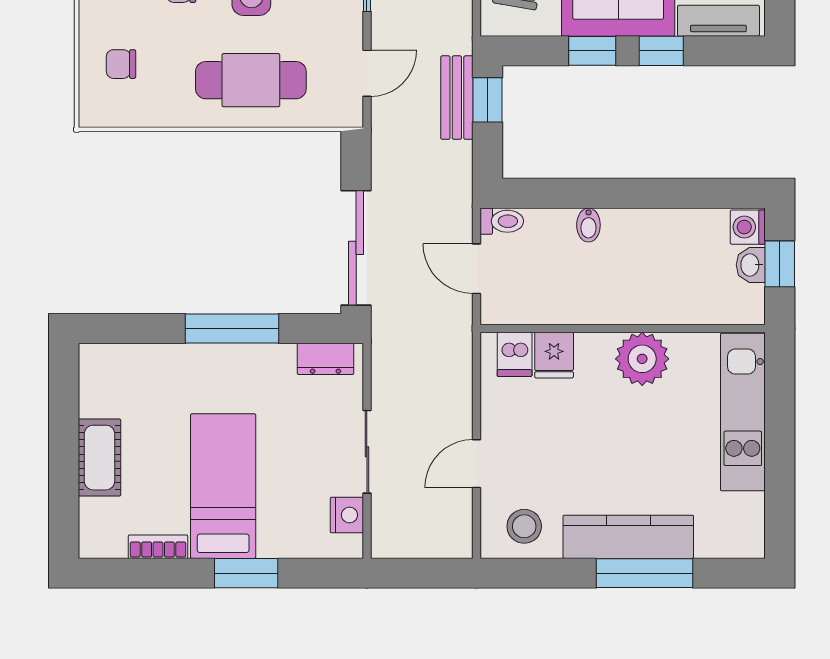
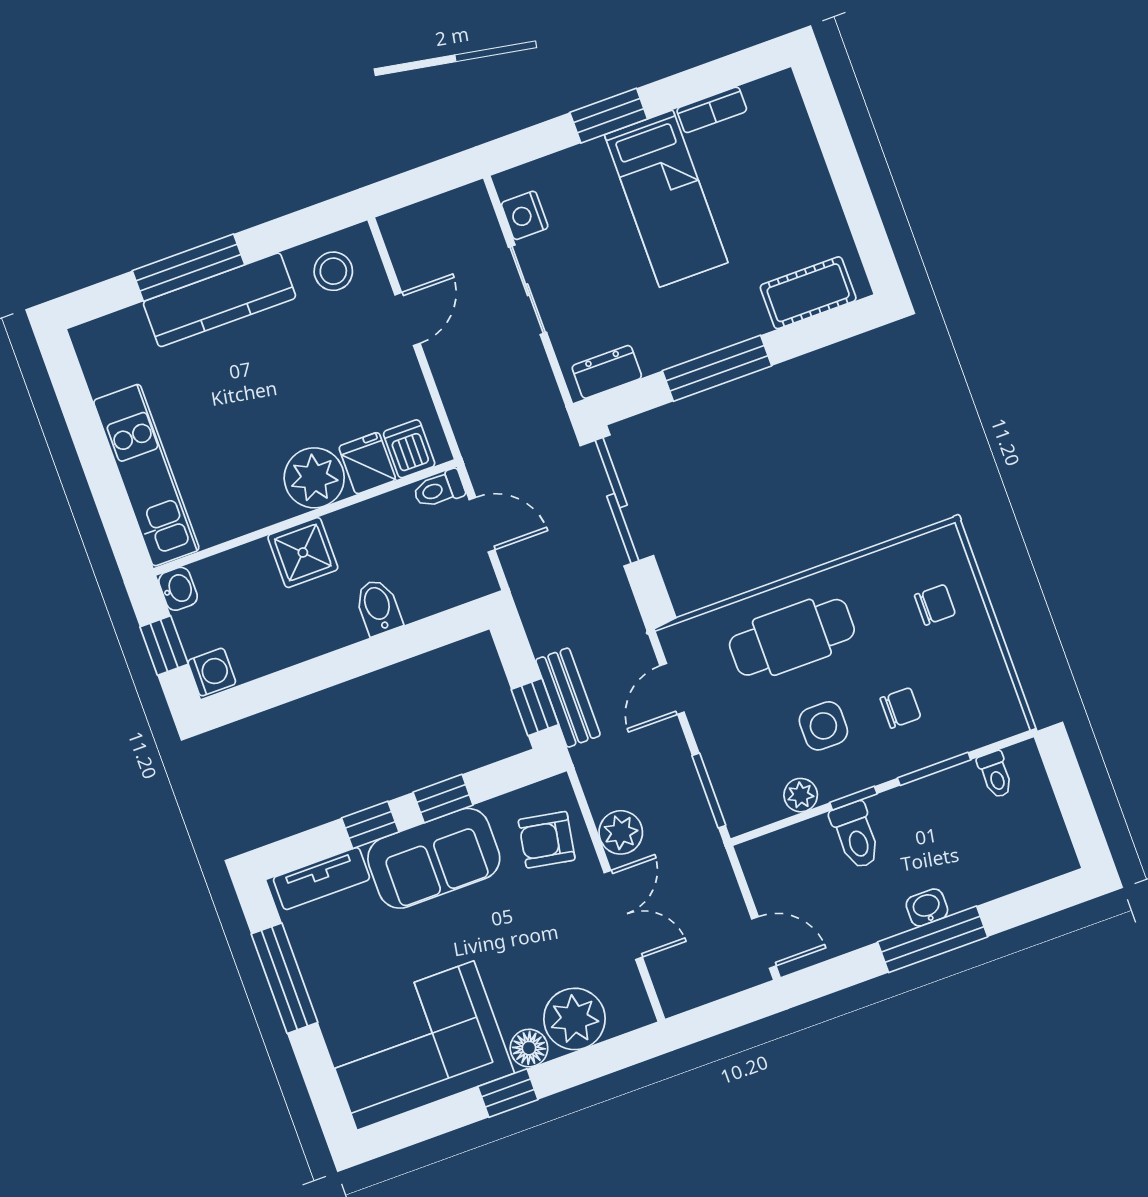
toilet: (502, 221) -> (439, 489), moved
bidet: (588, 225) -> (378, 607), width x1.38, depth x1.36
washbasin: (751, 265) -> (178, 589), moved
shower: (635, 300) -> (303, 552), added
plant: (642, 359) -> (314, 478), moved
cot: (100, 458) -> (808, 293), moved, turned 90

